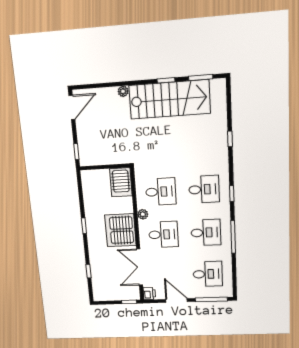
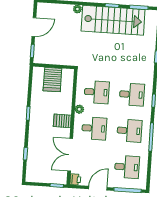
door: (72, 107) -> (34, 27), moved
server rack: (121, 182) -> (52, 80), moved
server rack: (120, 230) -> (62, 121), width x0.46, depth x0.70
door: (176, 301) -> (98, 188), hinge flipped

